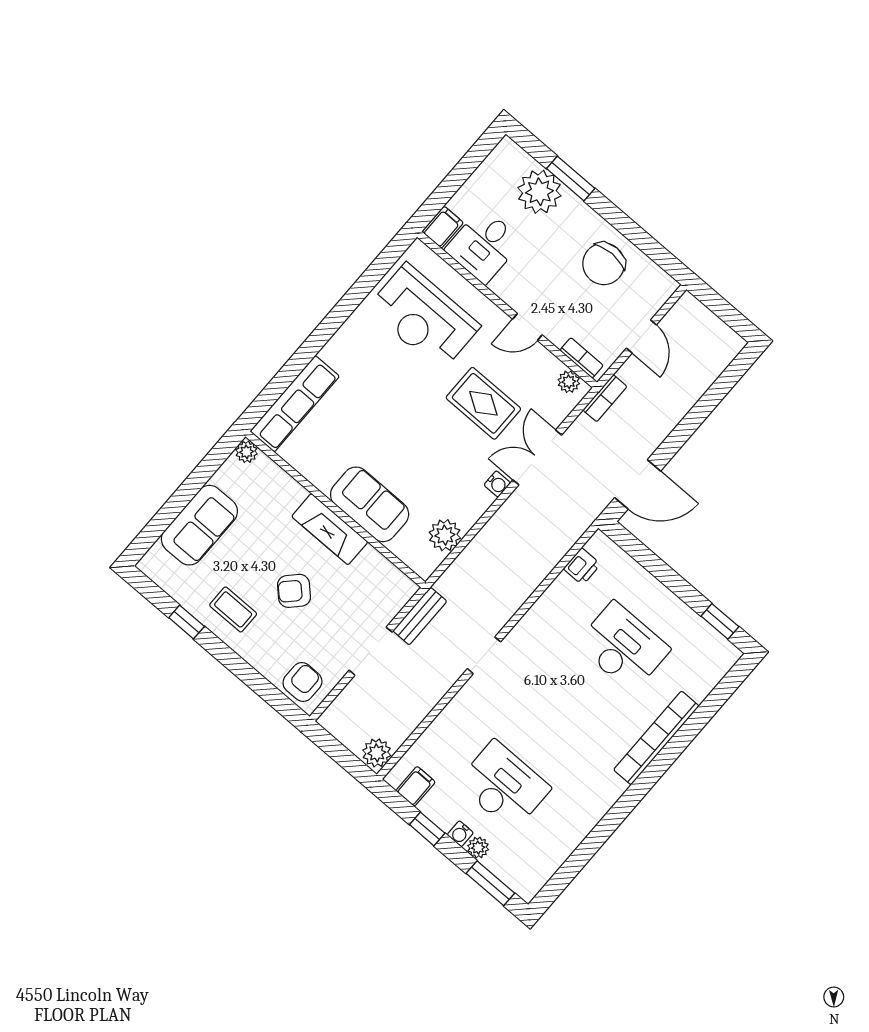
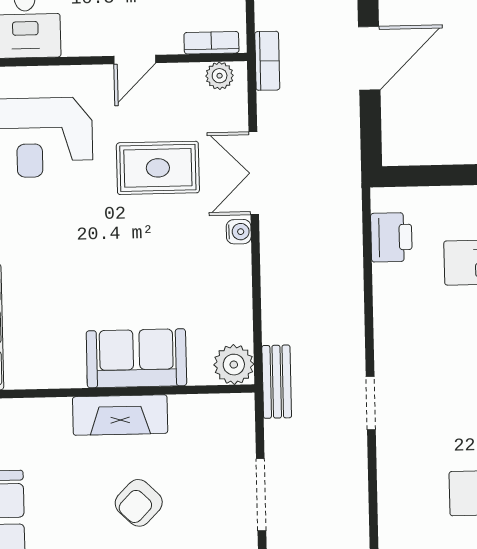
door: (638, 484) -> (369, 58), moved
plant: (445, 535) -> (234, 365), moved
printer: (582, 566) -> (391, 237), width x1.36, depth x1.24
bench: (420, 616) -> (277, 382), moved

